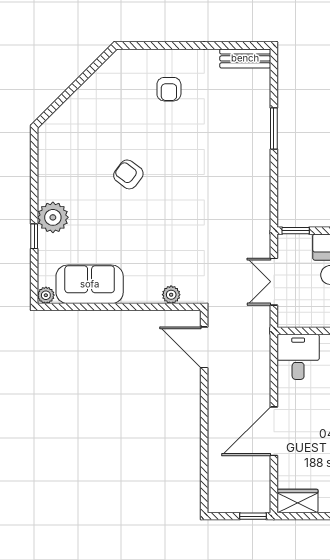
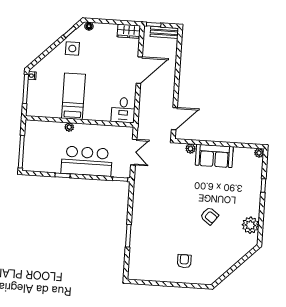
bench: (245, 58) -> (164, 32), moved
plant: (53, 217) -> (250, 225), moved
sofa: (90, 284) -> (214, 156), moved
door: (204, 347) -> (174, 119), hinge flipped

